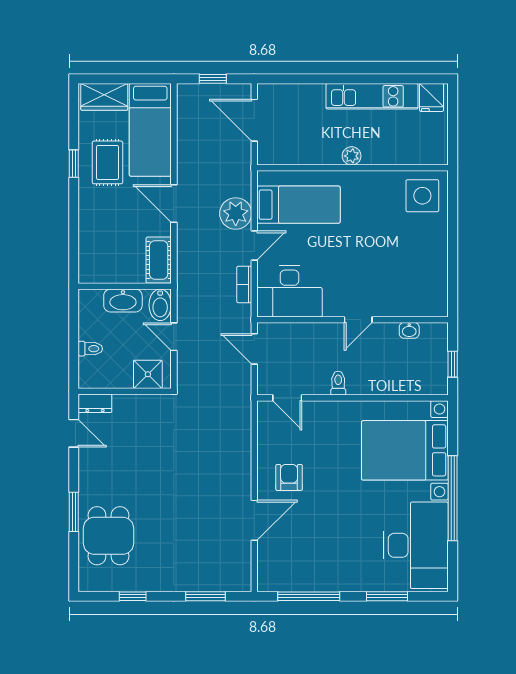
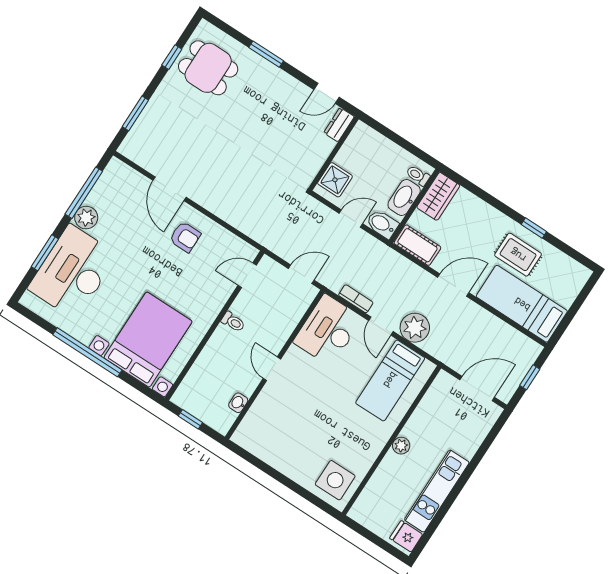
wardrobe: (104, 97) -> (438, 196), moved, turned 180
toilet: (90, 349) -> (418, 176), moved, turned 90
dining table: (108, 536) -> (208, 68), moved
desk: (416, 545) -> (73, 272), moved, turned 90
plant: (330, 579) -> (86, 218), added

